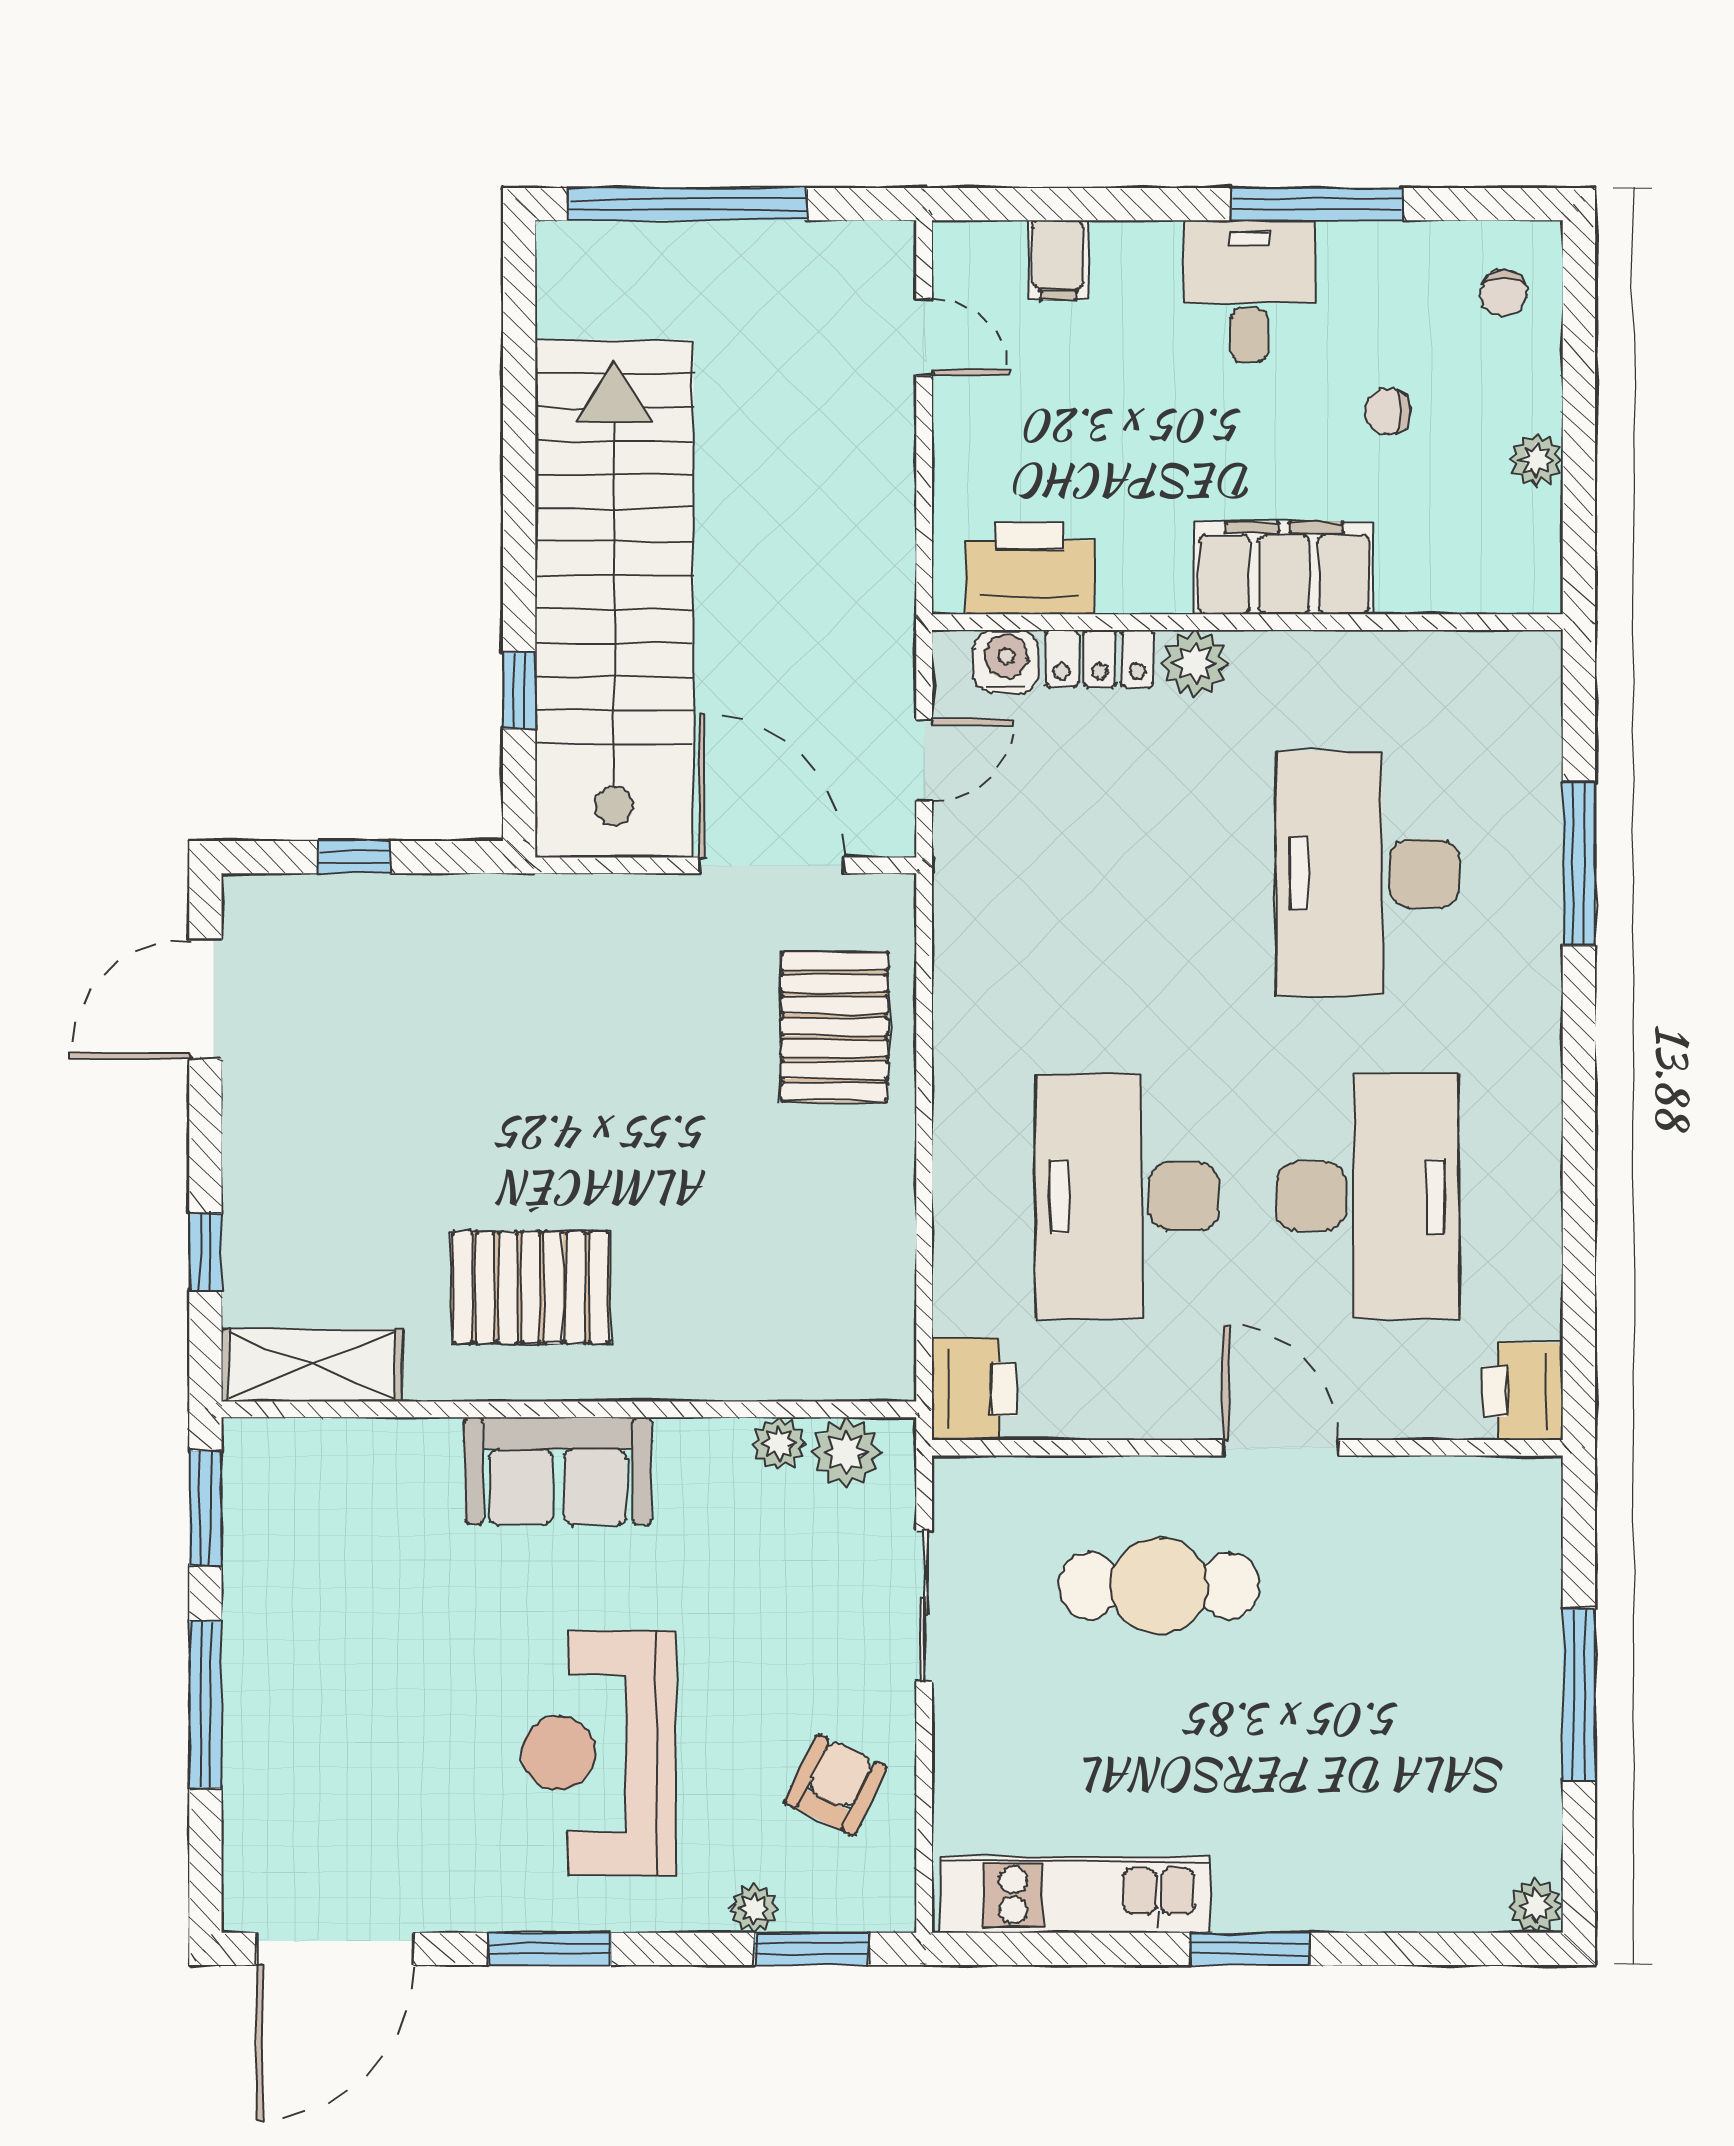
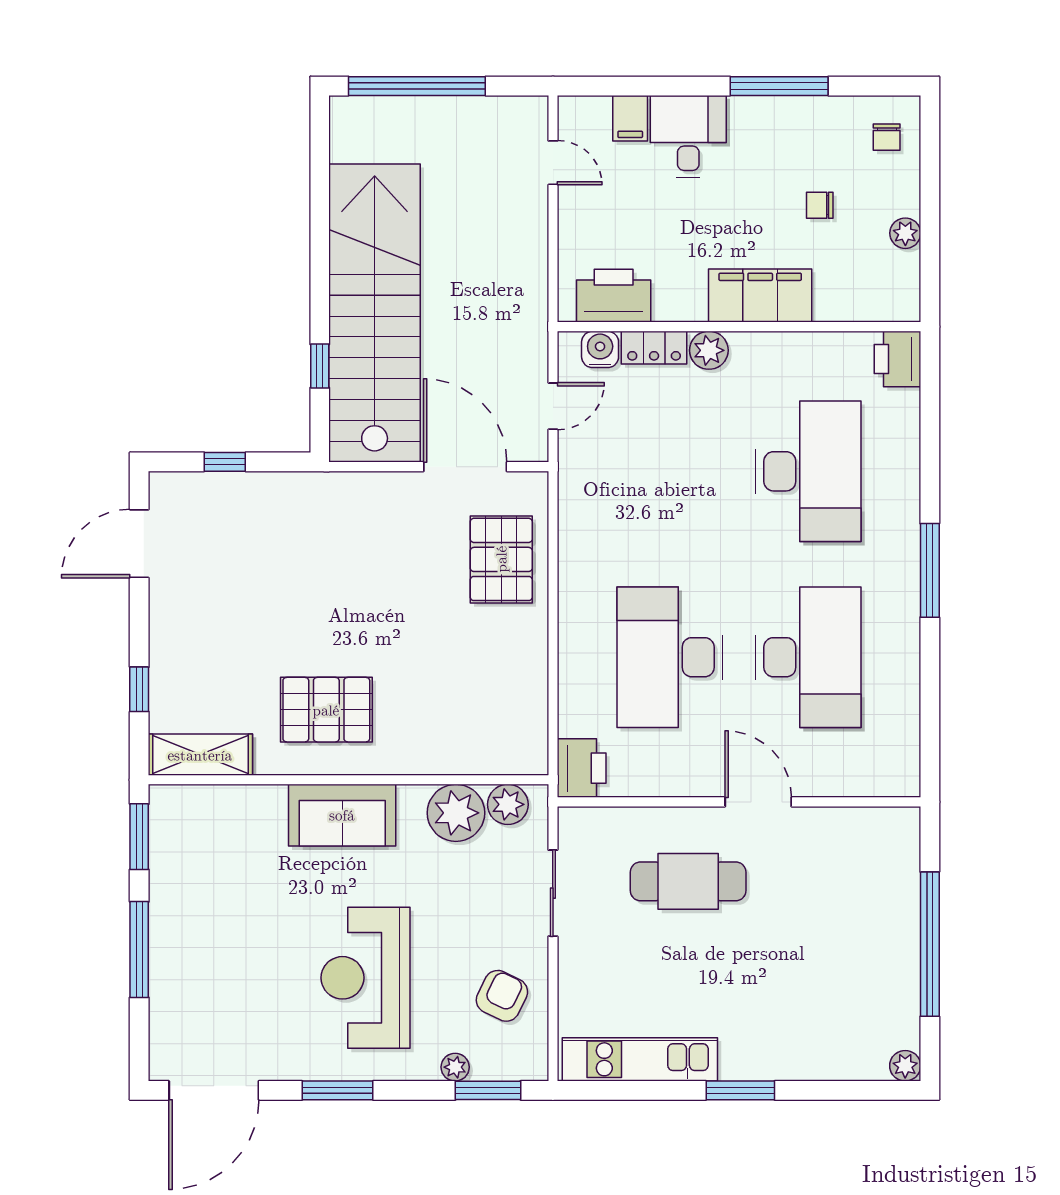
desk: (1249, 291) -> (688, 136), moved
window: (1579, 864) -> (930, 570), moved
desk: (1368, 873) -> (808, 471), turned 180
printer: (1523, 1391) -> (898, 359), moved
plant: (779, 1444) -> (456, 813), width x1.87, depth x1.87
window: (1579, 1695) -> (930, 944), width x1.46

